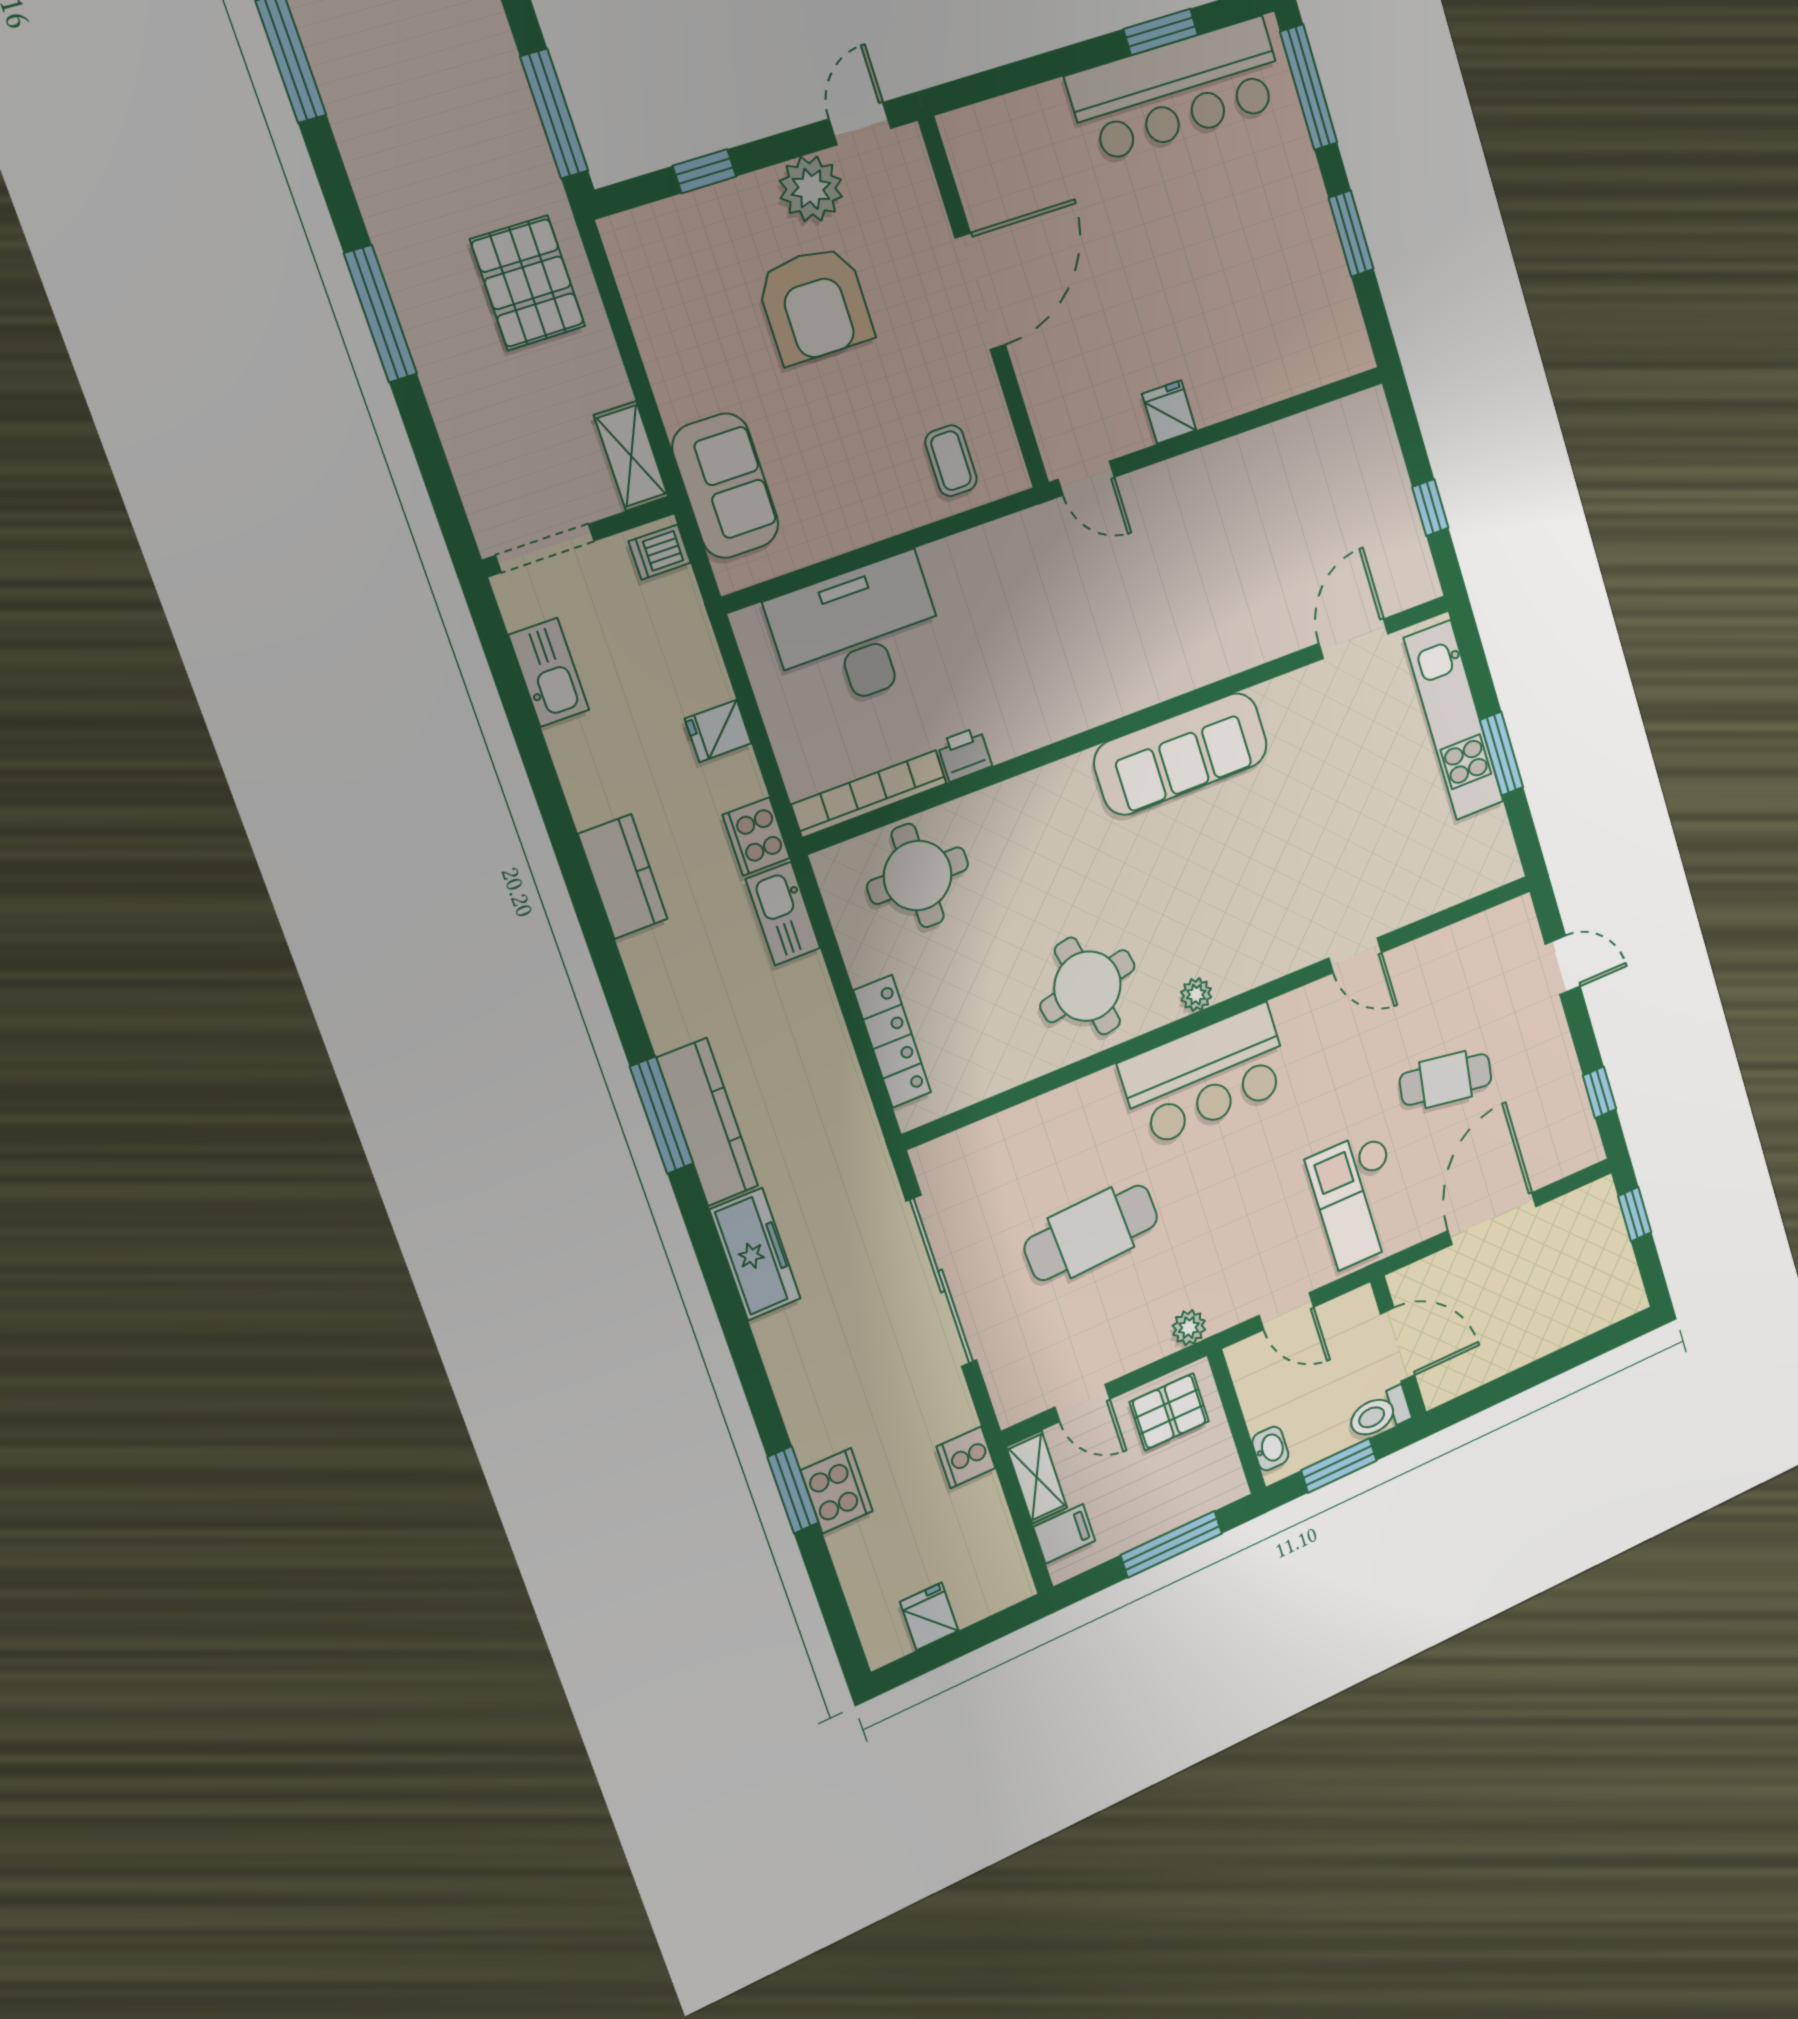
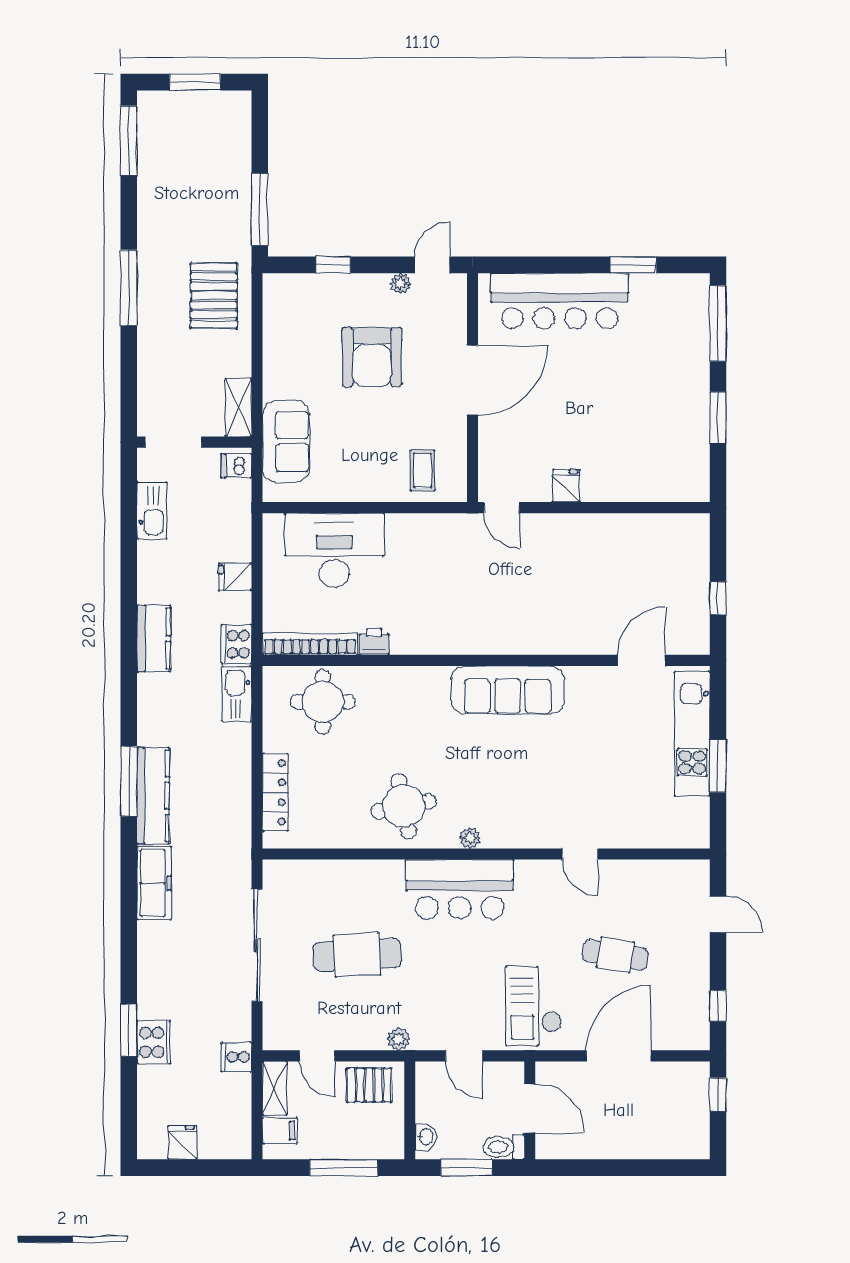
bar counter: (1177, 90) -> (560, 301), moved
plant: (811, 189) -> (400, 283), width x0.53, depth x0.53

